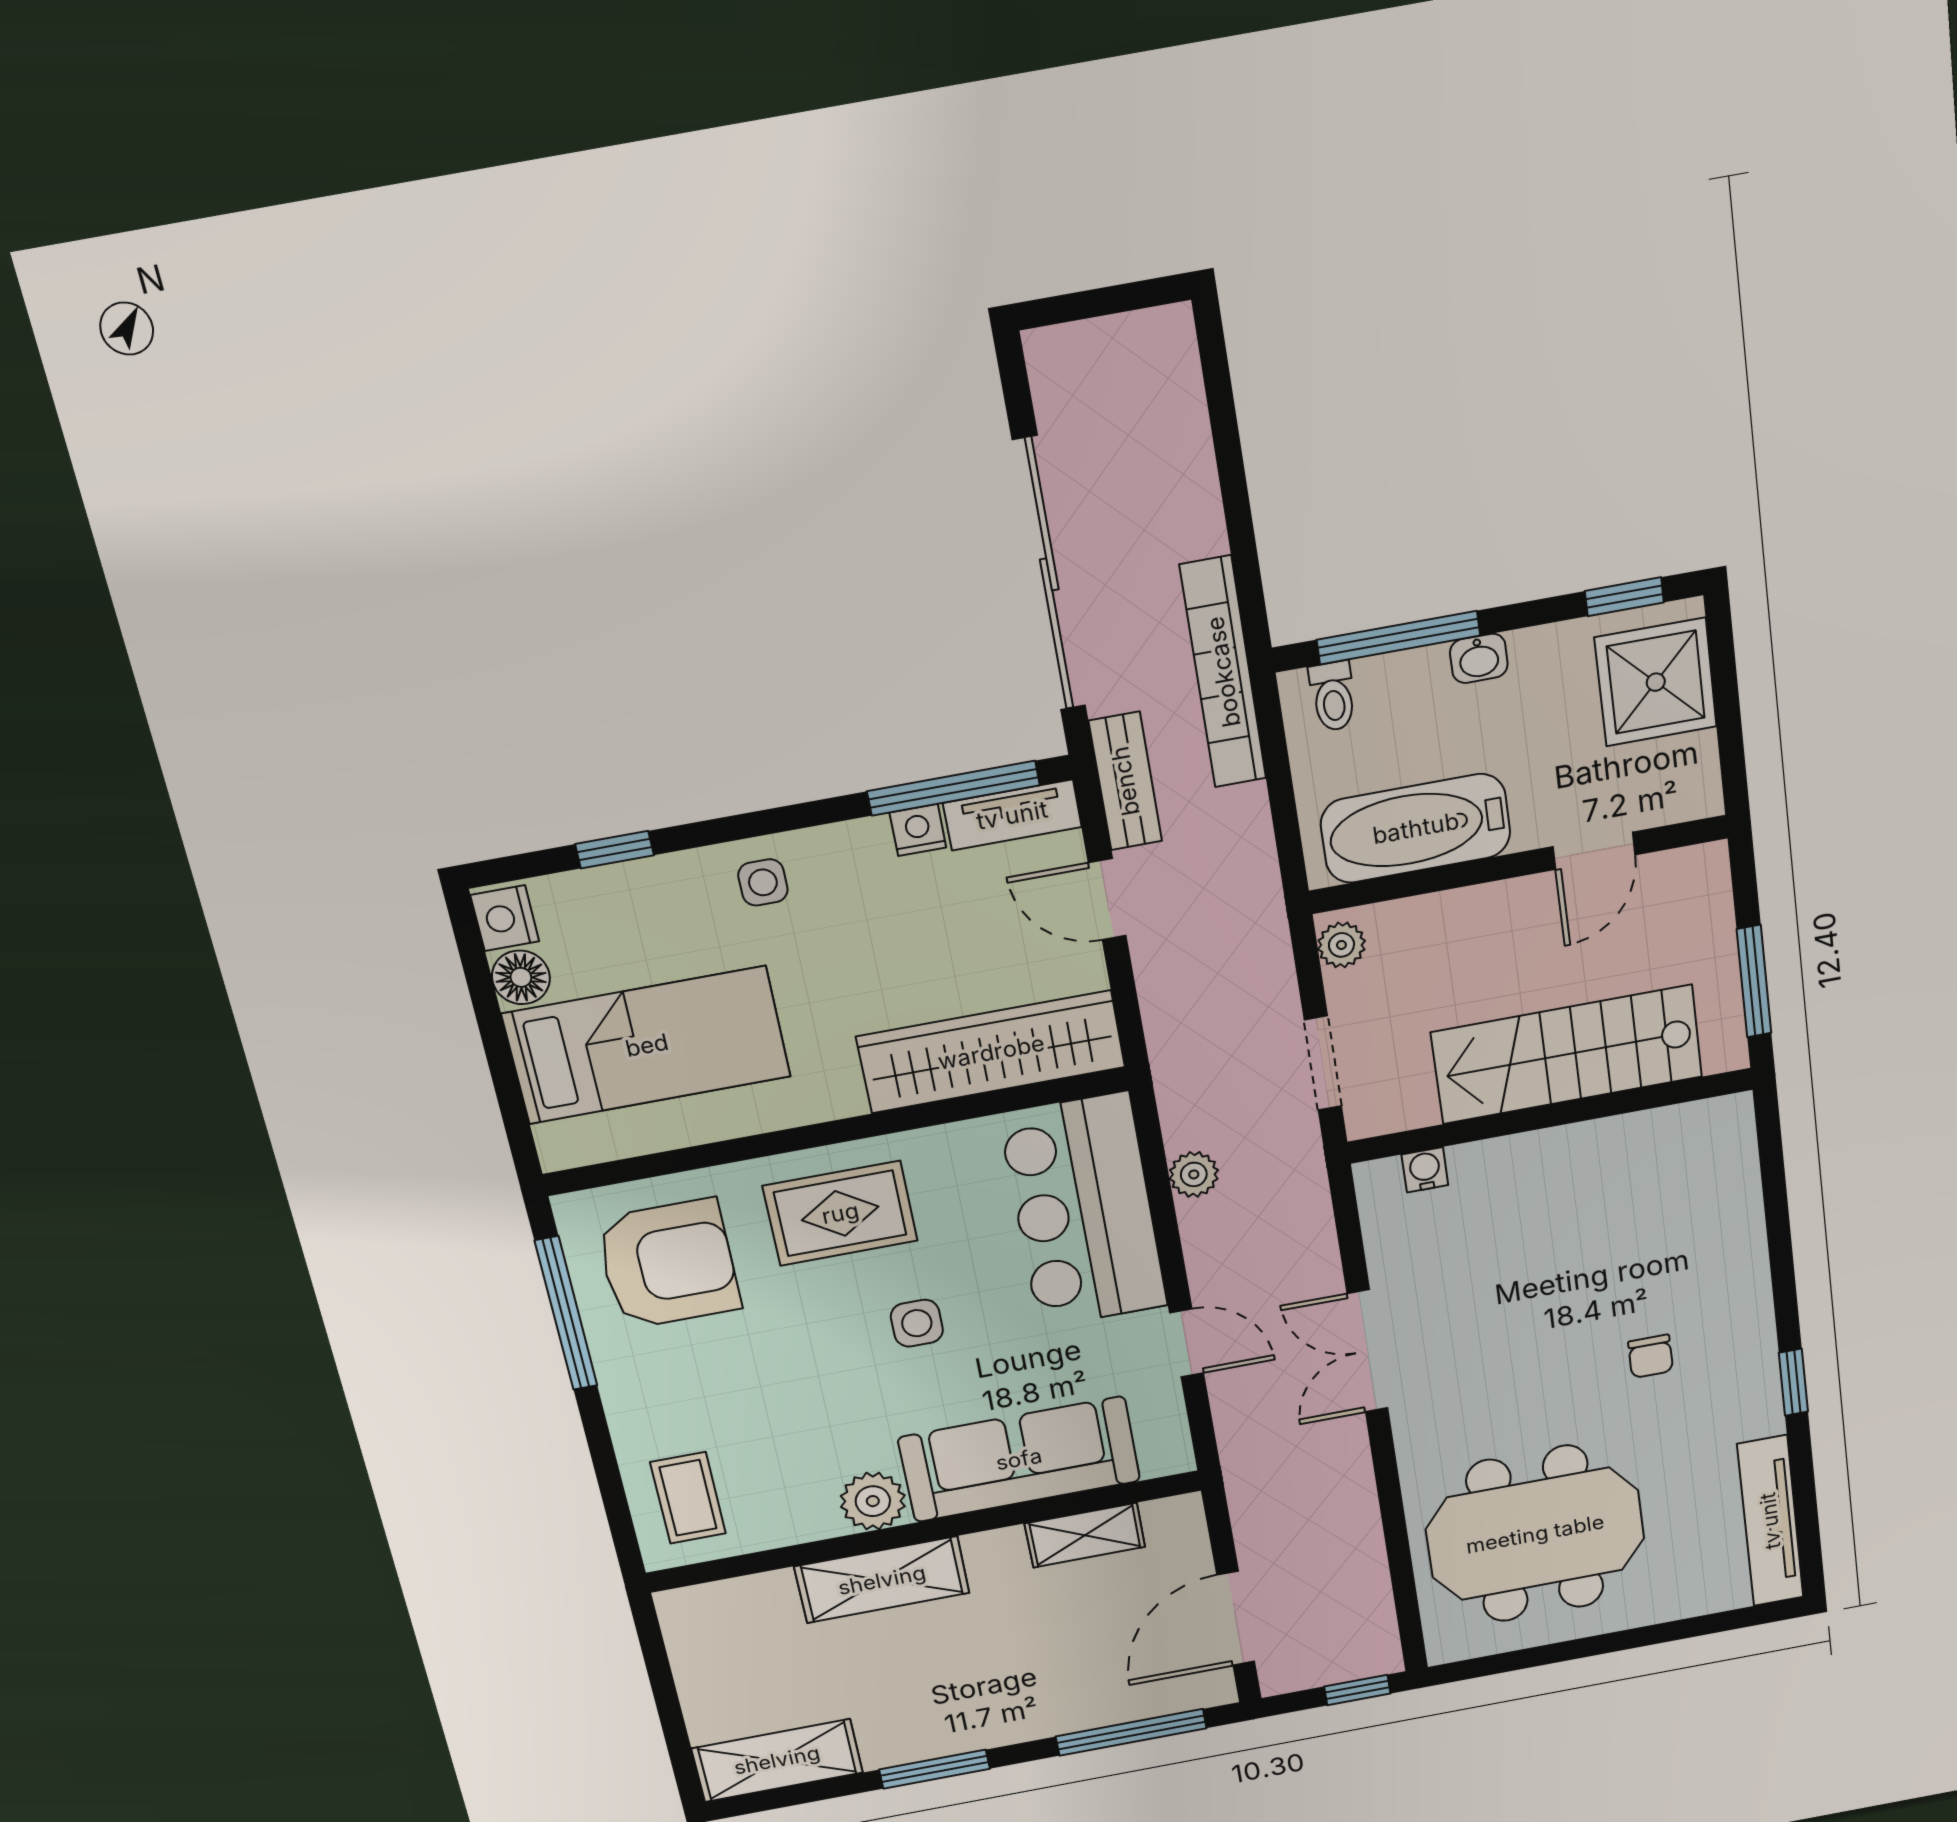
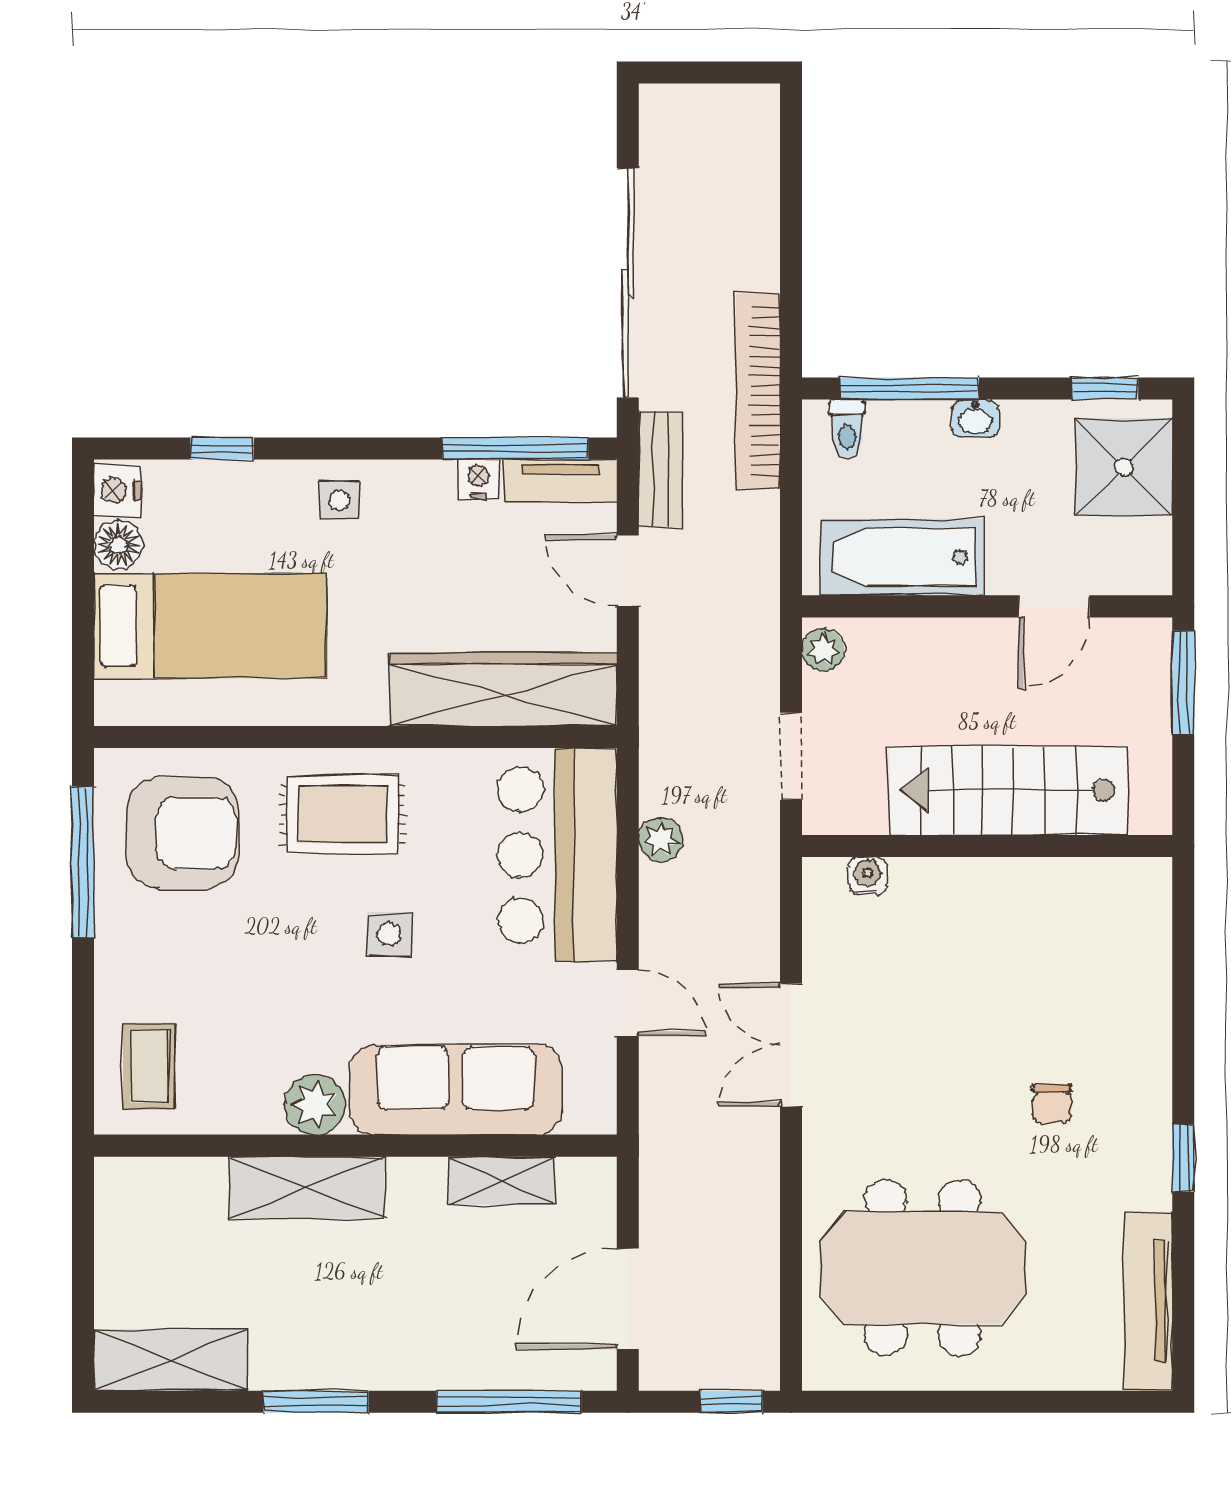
window: (1754, 981) -> (1183, 683), moved

